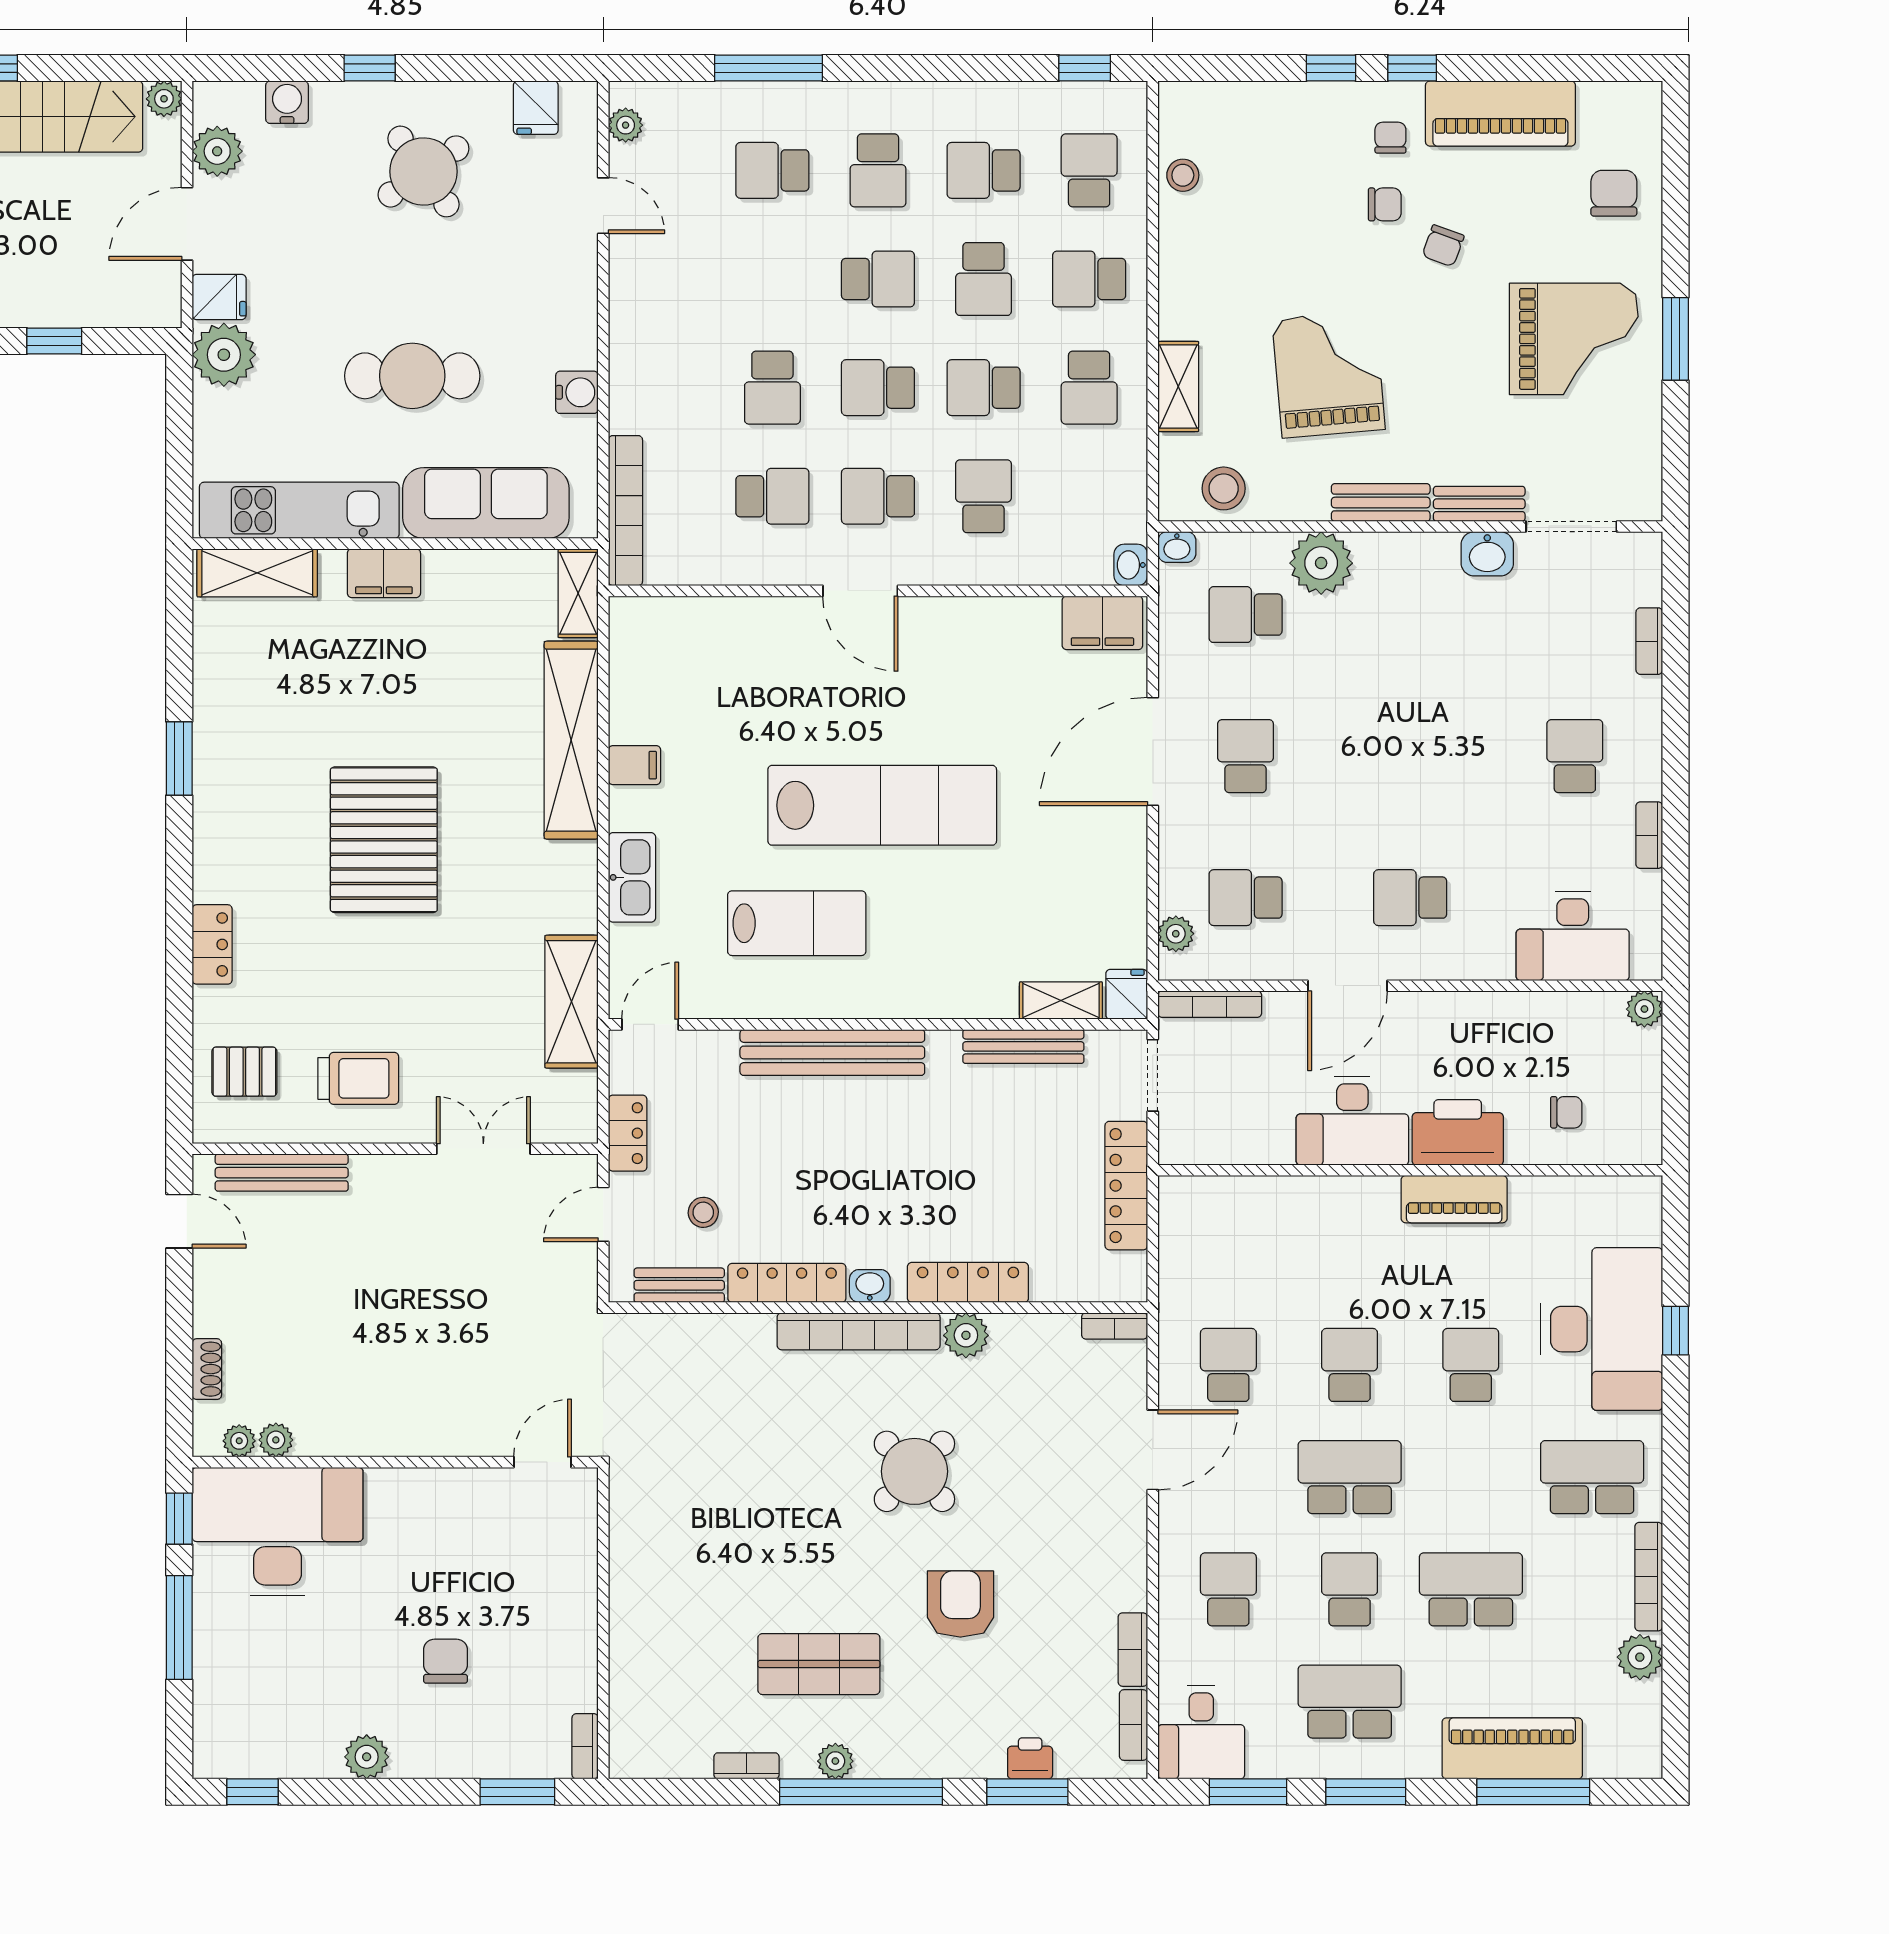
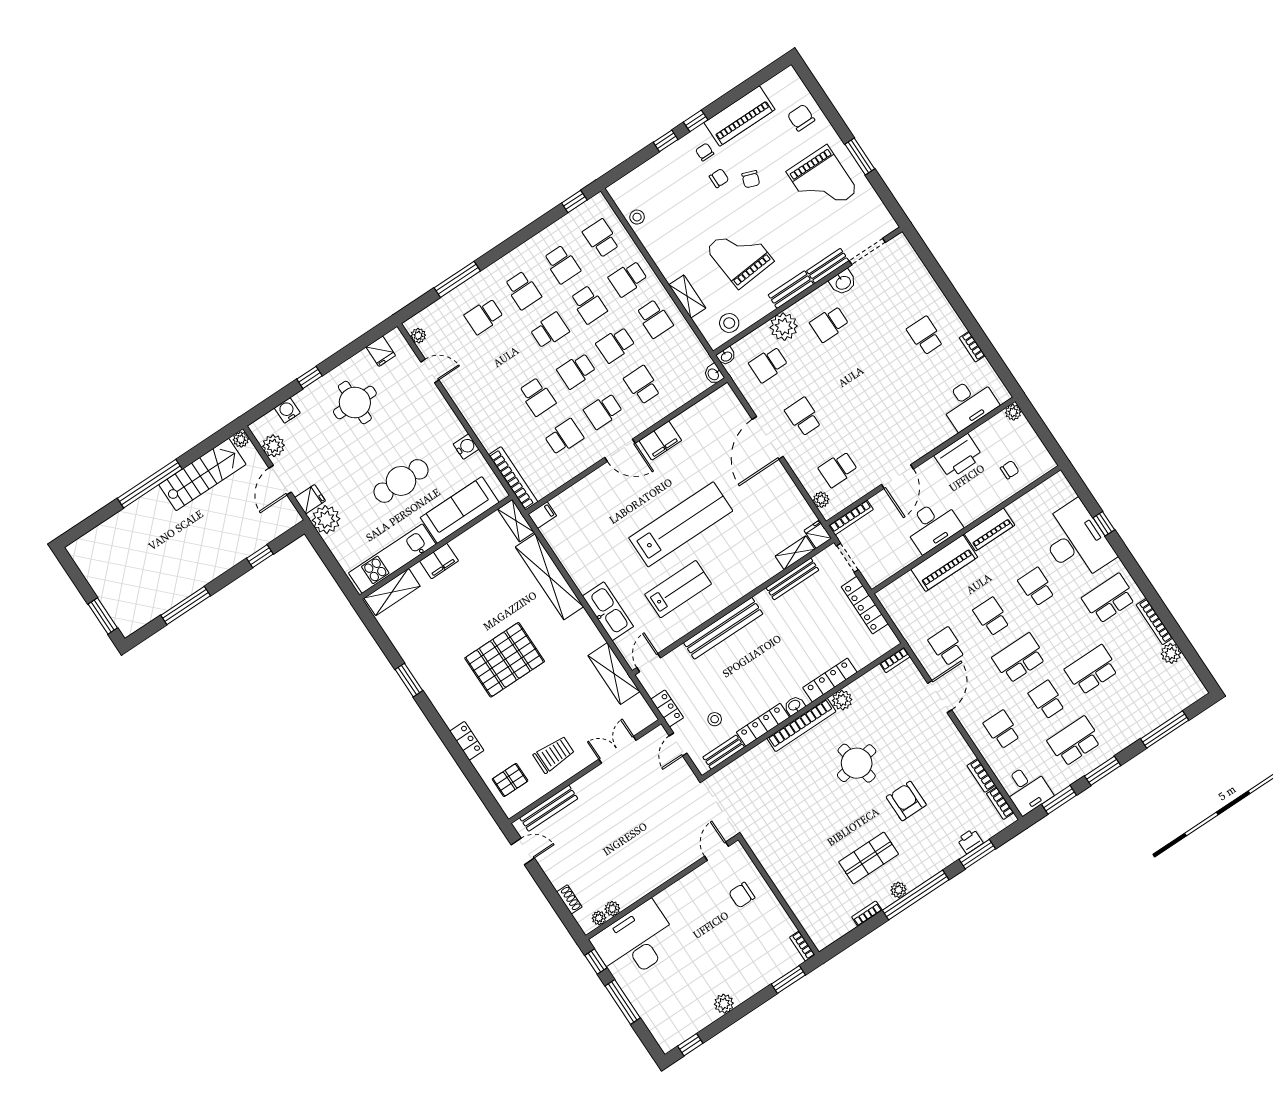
school desk: (984, 170) -> (562, 264), turned -90
round table: (423, 171) -> (355, 403), turned 35
grand piano: (1574, 339) -> (822, 181), turned 90
filing cabinet: (1102, 623) -> (660, 441), moved
bookcase: (1649, 641) -> (924, 275), removed
filing cabinet: (635, 765) -> (542, 515), moved
pallet: (384, 840) -> (505, 660), turned 90
kitchen sink: (632, 877) -> (608, 611), width x1.36, depth x1.24
school desk: (1410, 898) -> (829, 324), moved
printer: (1458, 1132) -> (959, 456), moved, turned 180
round table: (914, 1471) -> (857, 763), turned 35
chair: (445, 1661) -> (742, 895), moved, turned -90
piano: (1512, 1748) -> (944, 563), moved, turned 180

